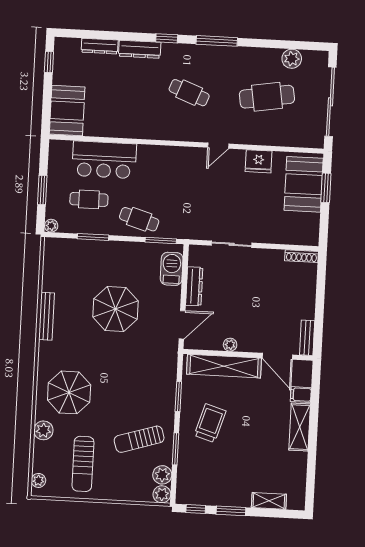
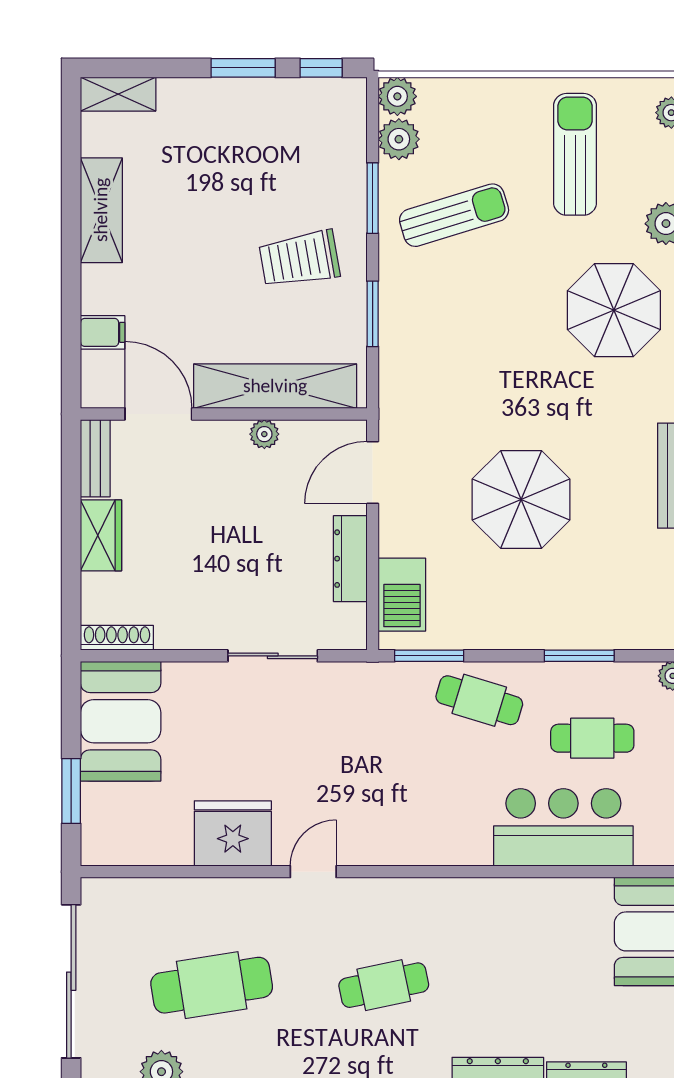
cafe table: (189, 93) -> (384, 985), turned -33
fridge: (259, 161) -> (233, 833), width x1.36, depth x1.34
booth: (304, 184) -> (121, 721), moved
wardrobe: (306, 303) -> (101, 535), added
trolley: (210, 423) -> (299, 259), turned 63
shelving: (300, 427) -> (101, 210), moved
shelving: (269, 501) -> (118, 94), moved

